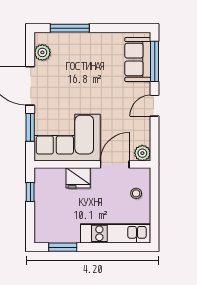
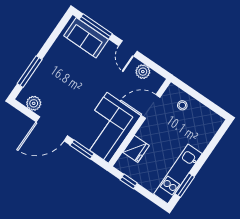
plant: (142, 153) -> (143, 72), moved
door: (115, 164) -> (151, 106), hinge flipped
fridge: (78, 178) -> (136, 149), moved
kitchen unit: (115, 233) -> (178, 174), moved

